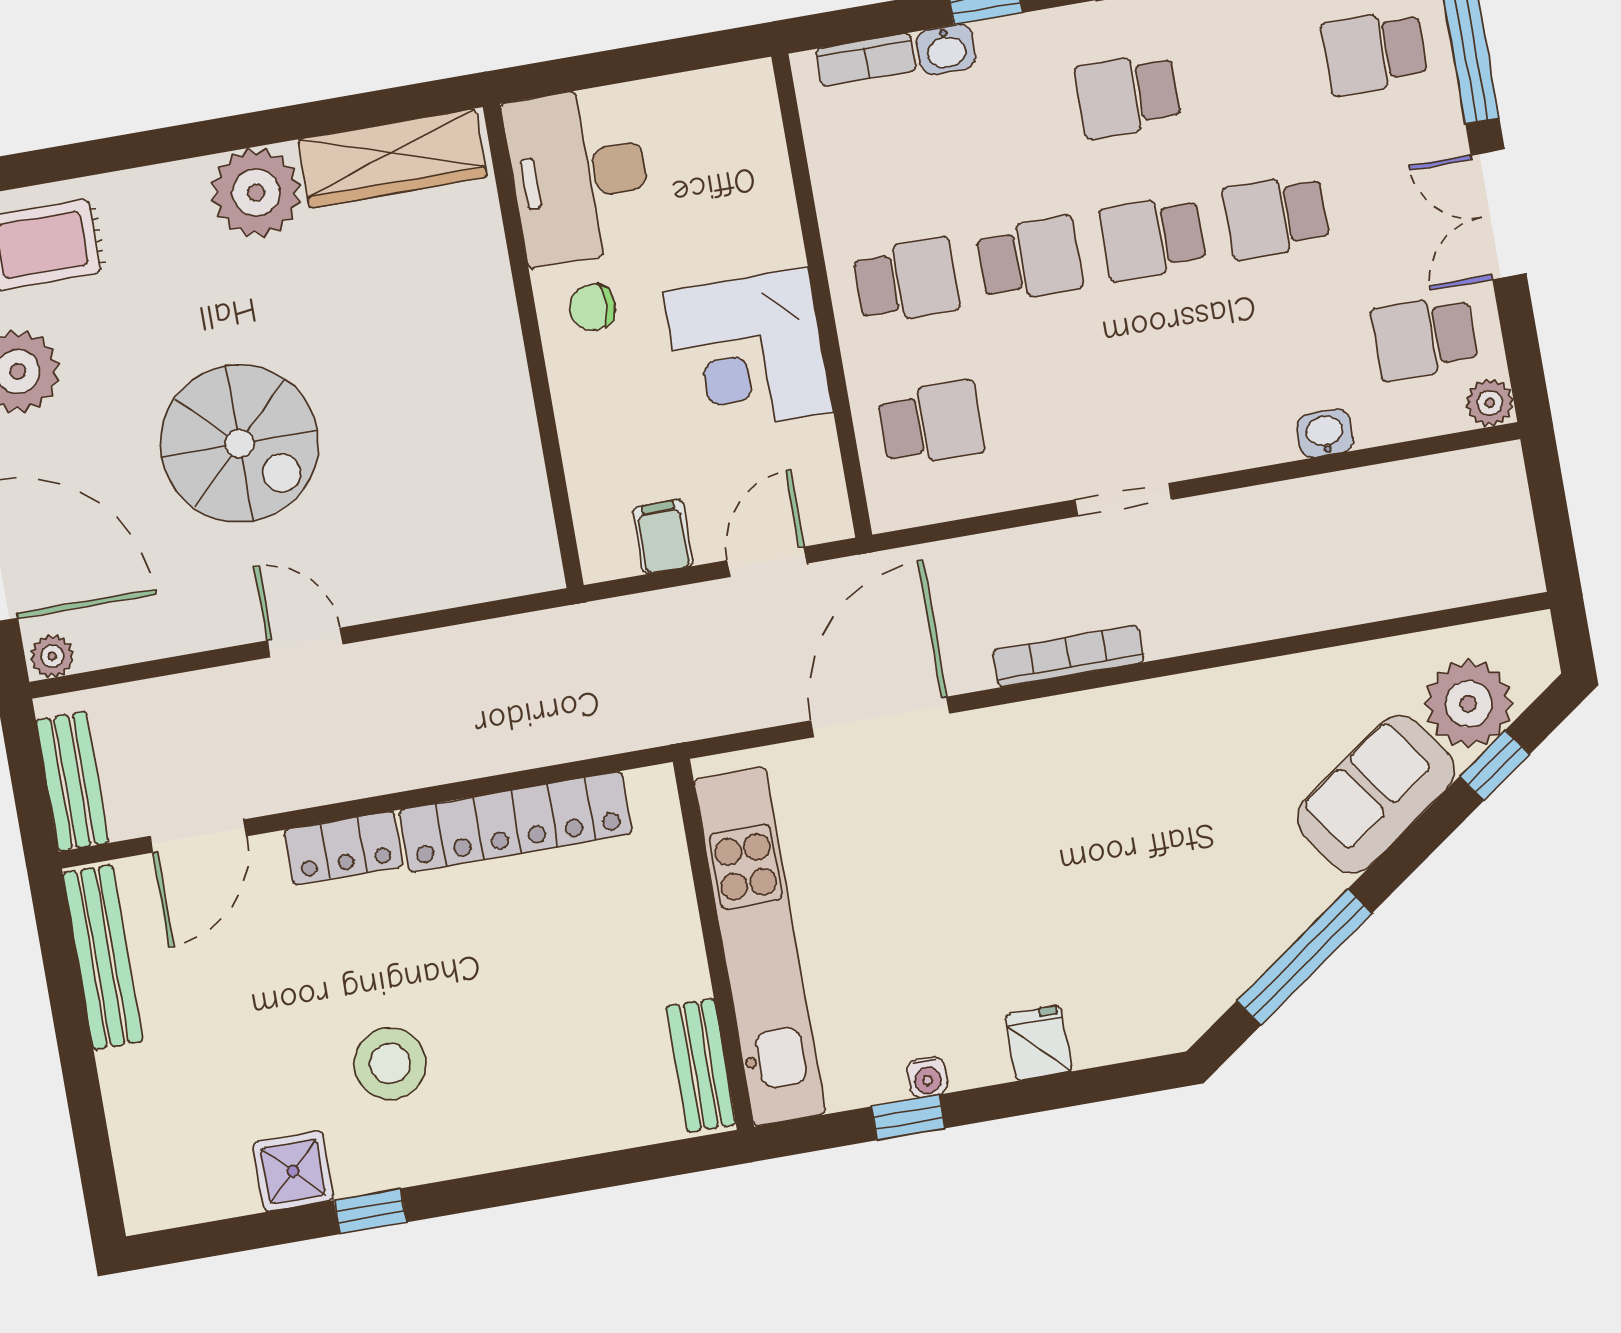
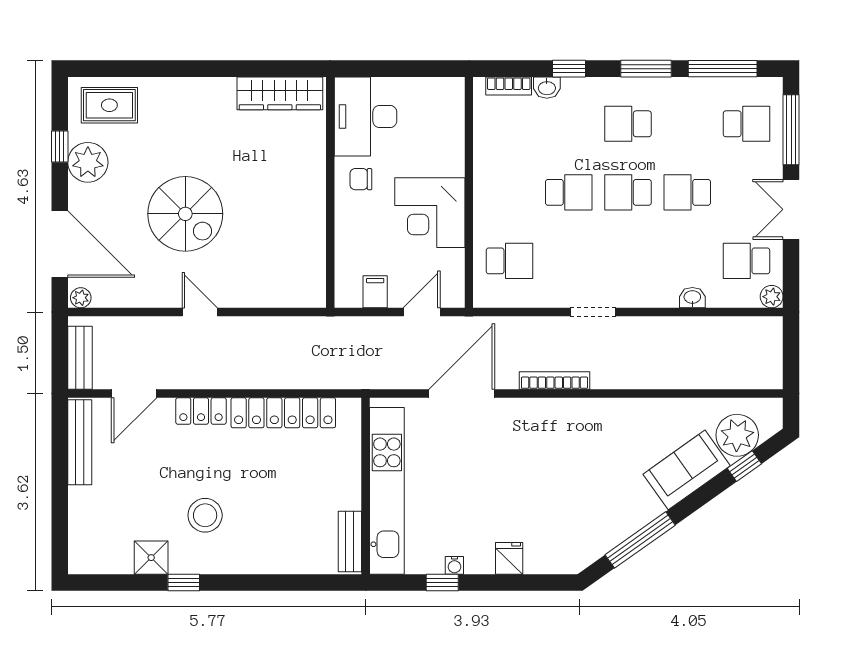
school desk: (1375, 52) -> (746, 124), turned 180
plant: (256, 192) -> (213, 98), removed
school desk: (906, 281) -> (509, 192), removed

